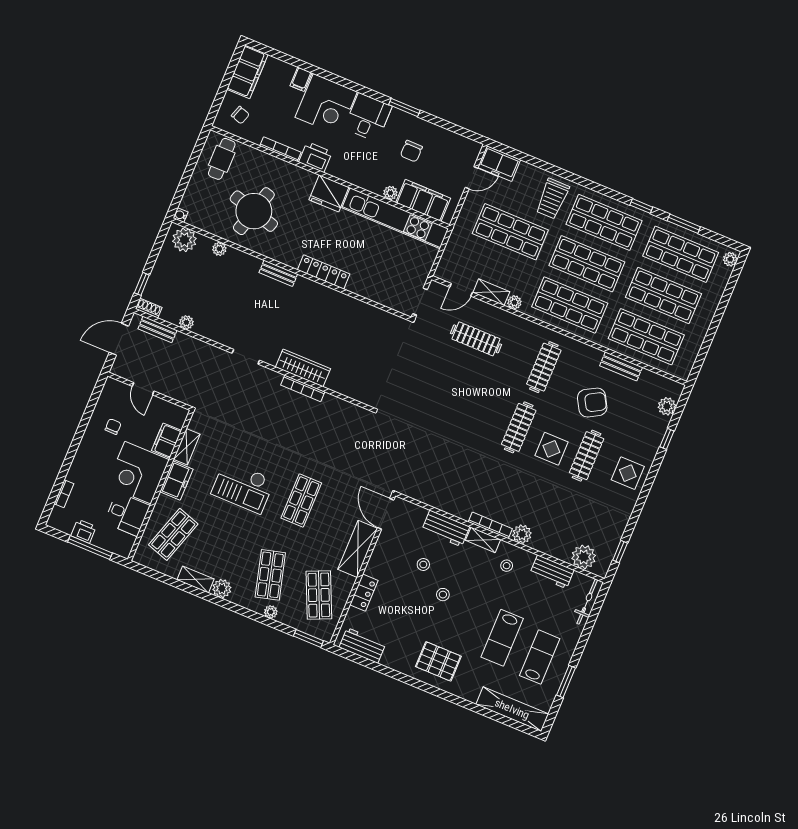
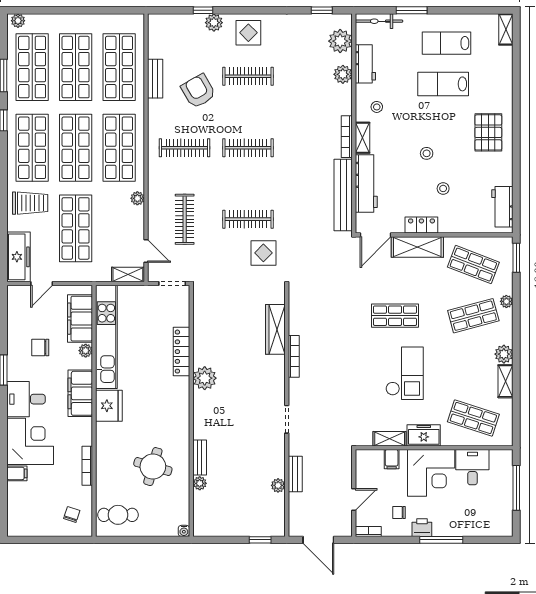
filing cabinet: (247, 72) -> (80, 393), moved, turned -90
chair: (411, 151) -> (40, 347), turned 180
printer: (315, 157) -> (81, 431), removed
freezer: (499, 164) -> (18, 257), width x1.40
door: (471, 178) -> (42, 283), swing flipped
round table: (254, 211) -> (153, 467), width x0.73, depth x0.73
plant: (184, 240) -> (205, 378), moved
locker: (324, 272) -> (181, 352), moved
bench: (278, 273) -> (200, 458), moved
shelving: (491, 292) -> (128, 274), moved, turned 90
shoe rack: (149, 308) -> (279, 525), removed
bench: (157, 329) -> (295, 474), moved
wardrobe: (303, 368) -> (275, 329), moved
clothes rail: (451, 399) -> (248, 219), added
plant: (667, 406) -> (214, 23), moved
filing cabinet: (166, 441) -> (392, 459), width x0.50
display table: (551, 449) -> (263, 253), moved
window: (70, 456) -> (441, 540), added
bookcase: (64, 494) -> (368, 531), moved
bench: (436, 499) -> (343, 195), added
workbench: (446, 529) -> (366, 183), width x1.38
printer: (84, 531) -> (422, 528), moved, turned 90
plant: (522, 534) -> (343, 74), moved
stool: (423, 564) -> (443, 188), moved
locker: (364, 593) -> (421, 225), moved
shop shelf: (319, 595) -> (473, 265), turned 45
lab bench: (502, 638) -> (443, 84), turned 180
window: (566, 681) -> (412, 10), moved
shelving: (512, 709) -> (506, 29), width x0.45, depth x0.75

